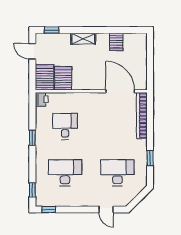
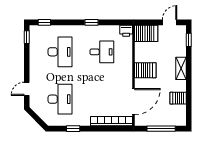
window: (150, 61) -> (161, 129), added
server rack: (63, 78) -> (145, 70), moved

